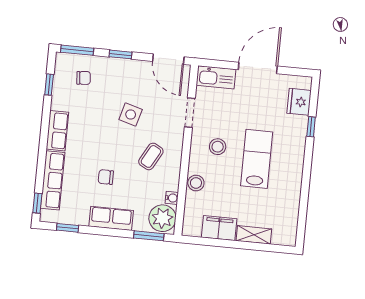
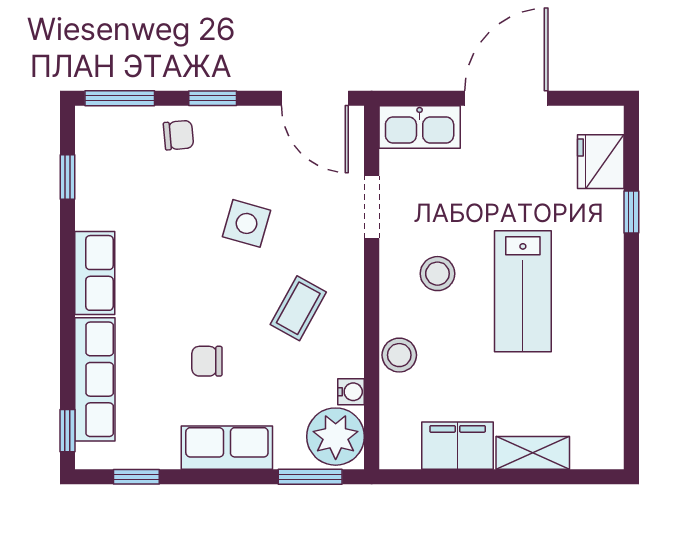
chair: (84, 78) -> (178, 135), moved
lab bench: (257, 159) -> (523, 291), turned 180

